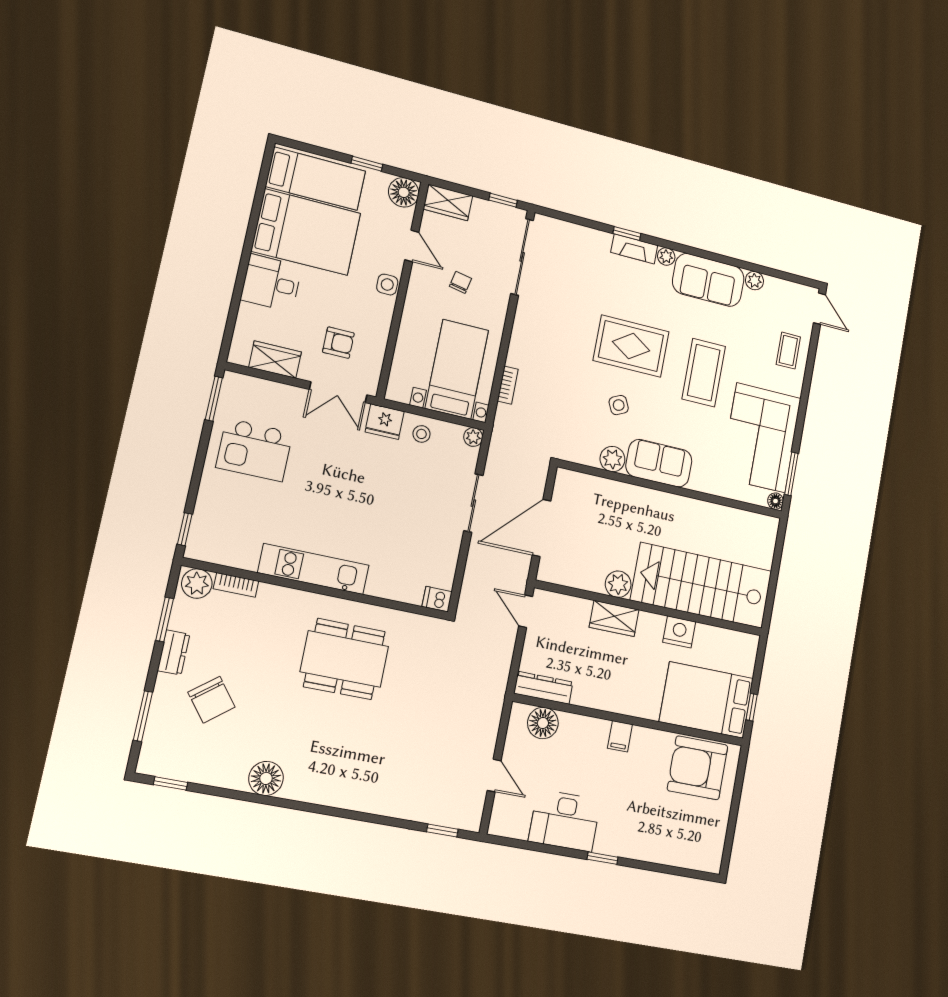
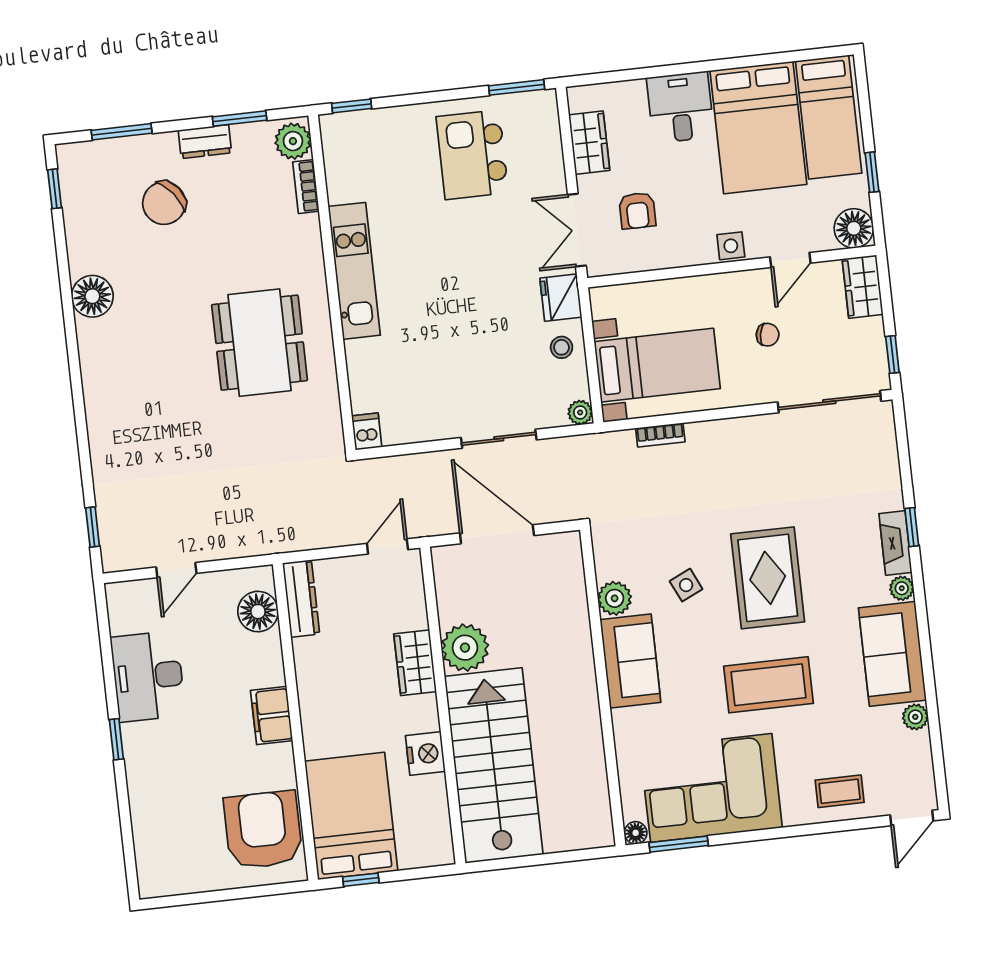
plant: (618, 584) -> (465, 648), width x1.36, depth x1.36
filing cabinet: (620, 736) -> (272, 716), width x2.00

